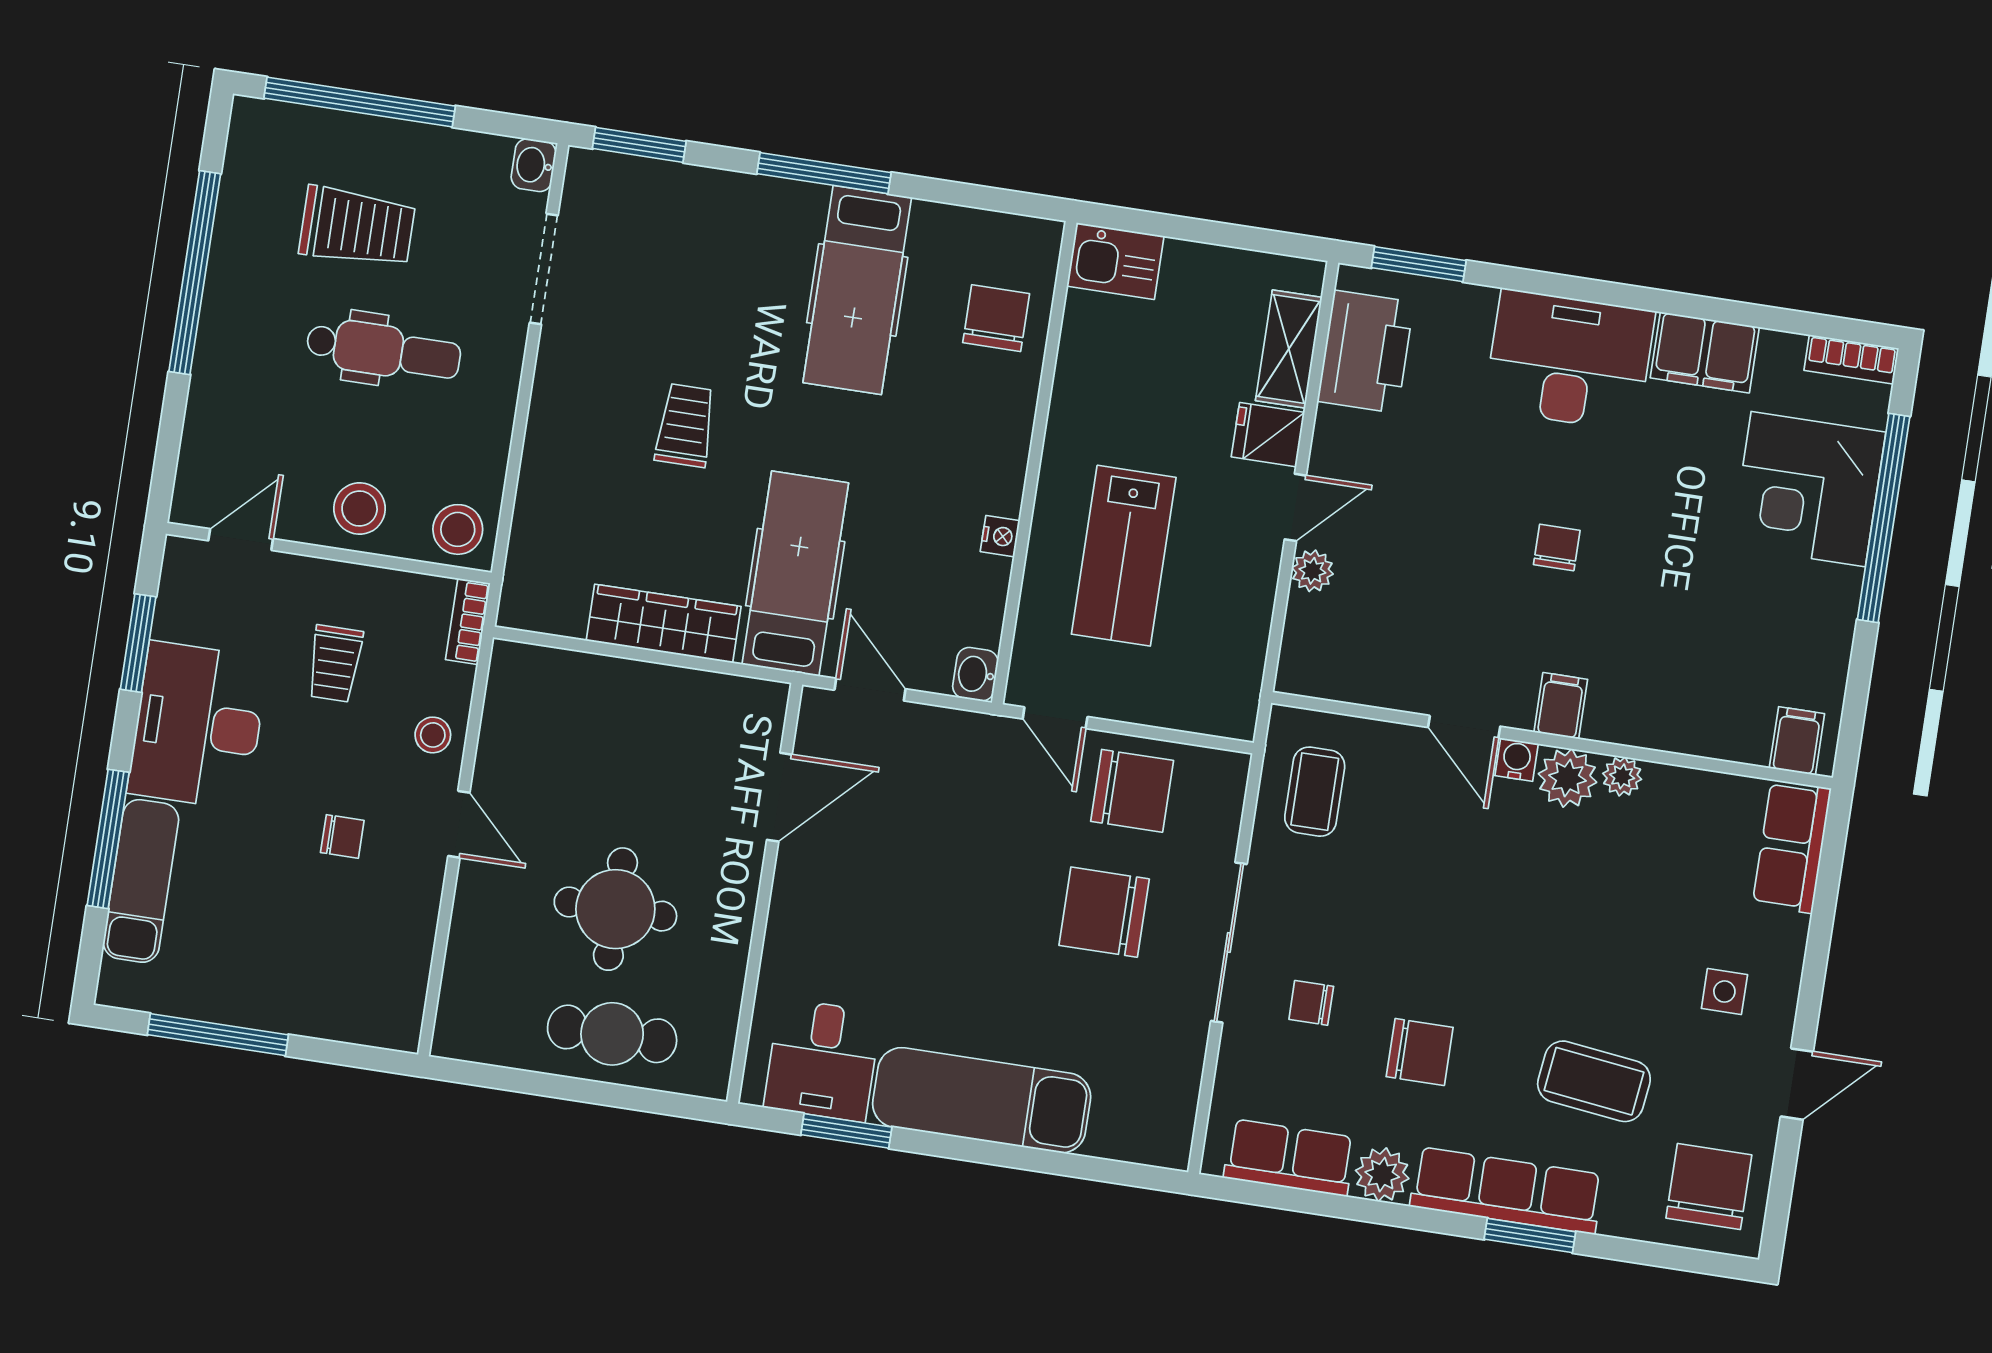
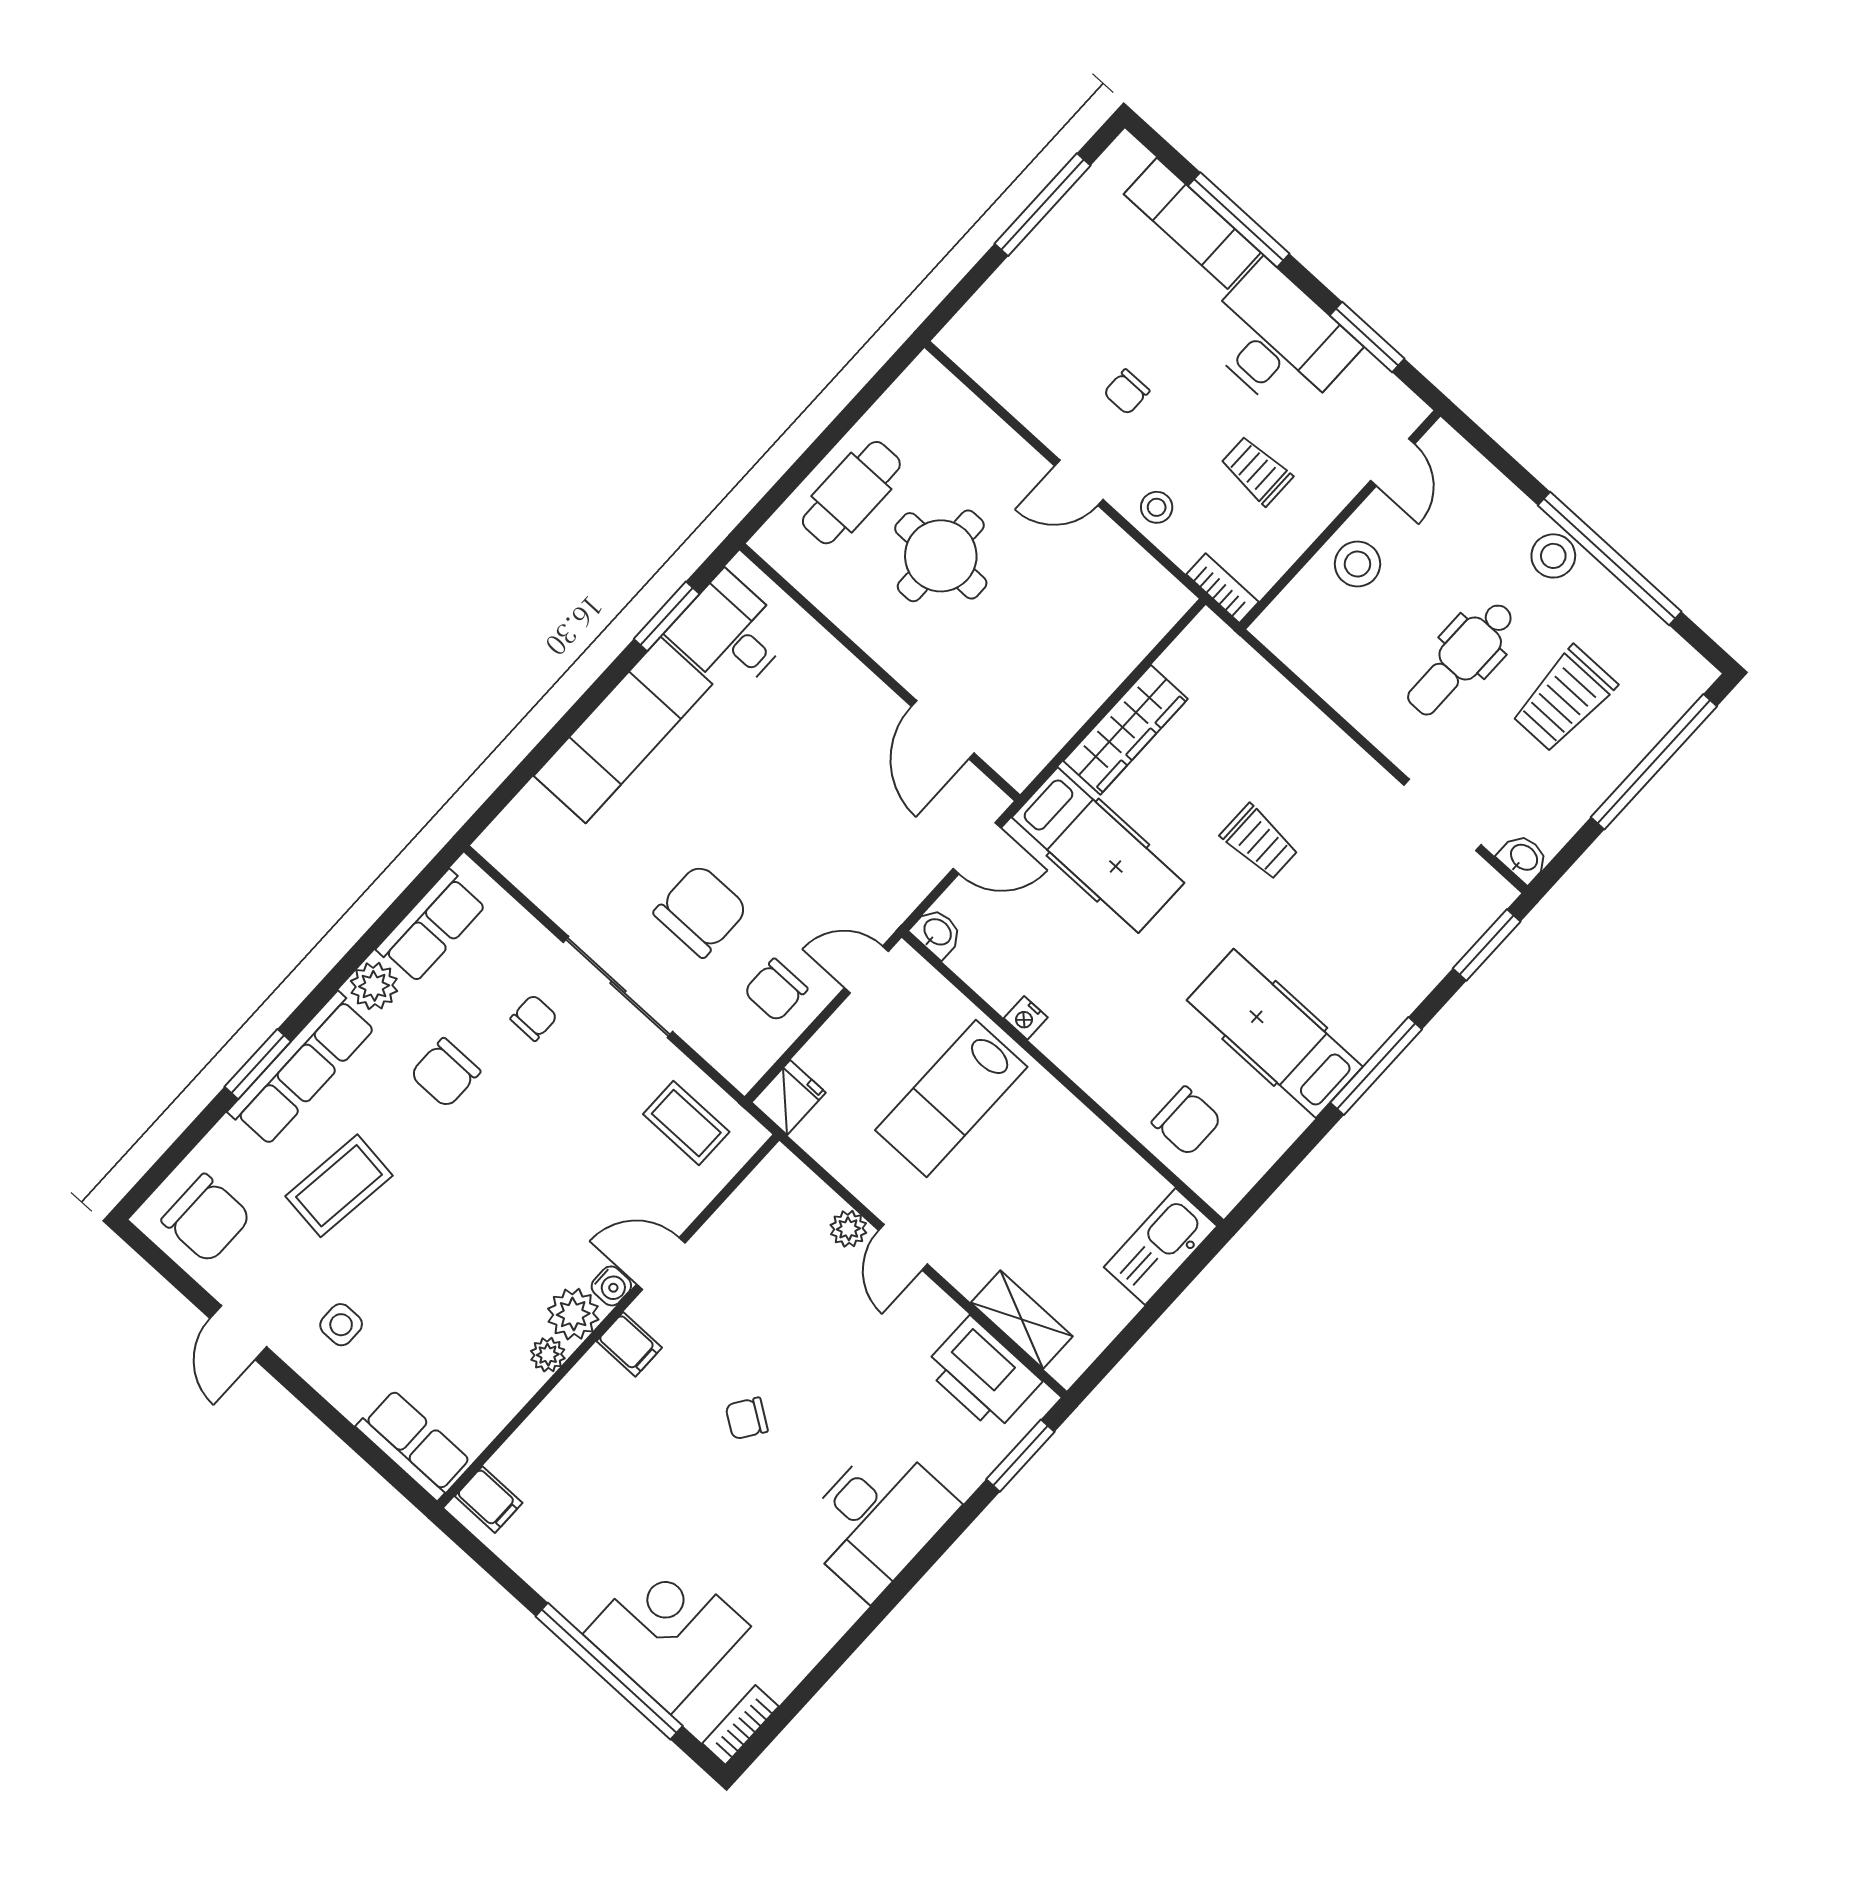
kitchen sink: (1115, 261) -> (1160, 1247), width x1.38
filing cabinet: (1705, 352) -> (817, 1621), removed
fridge: (1268, 435) -> (789, 1097), moved
stool: (458, 529) -> (1553, 556), moved
chair: (1557, 547) -> (747, 1418), turned 124
lab bench: (1124, 556) -> (951, 1098), turned -90
chair: (1132, 791) -> (776, 990), width x0.73, depth x0.73

